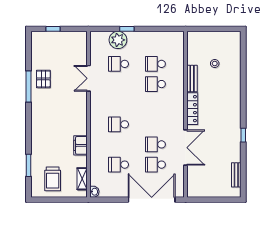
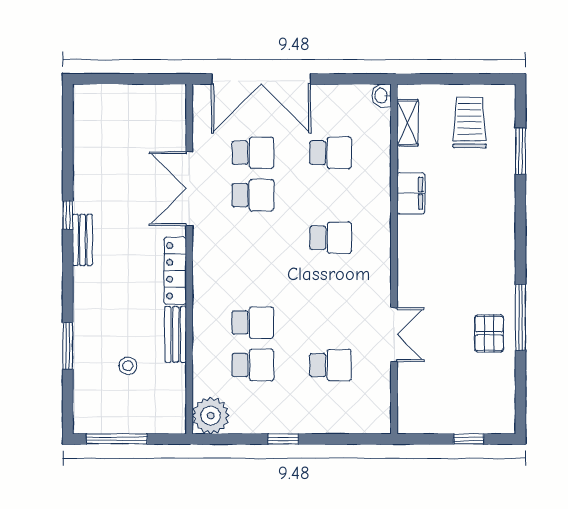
window: (127, 29) -> (283, 439), moved
window: (220, 29) -> (117, 439), added
plant: (118, 40) -> (211, 416), moved
window: (243, 73) -> (68, 346), added
bench: (236, 175) -> (83, 240), moved

